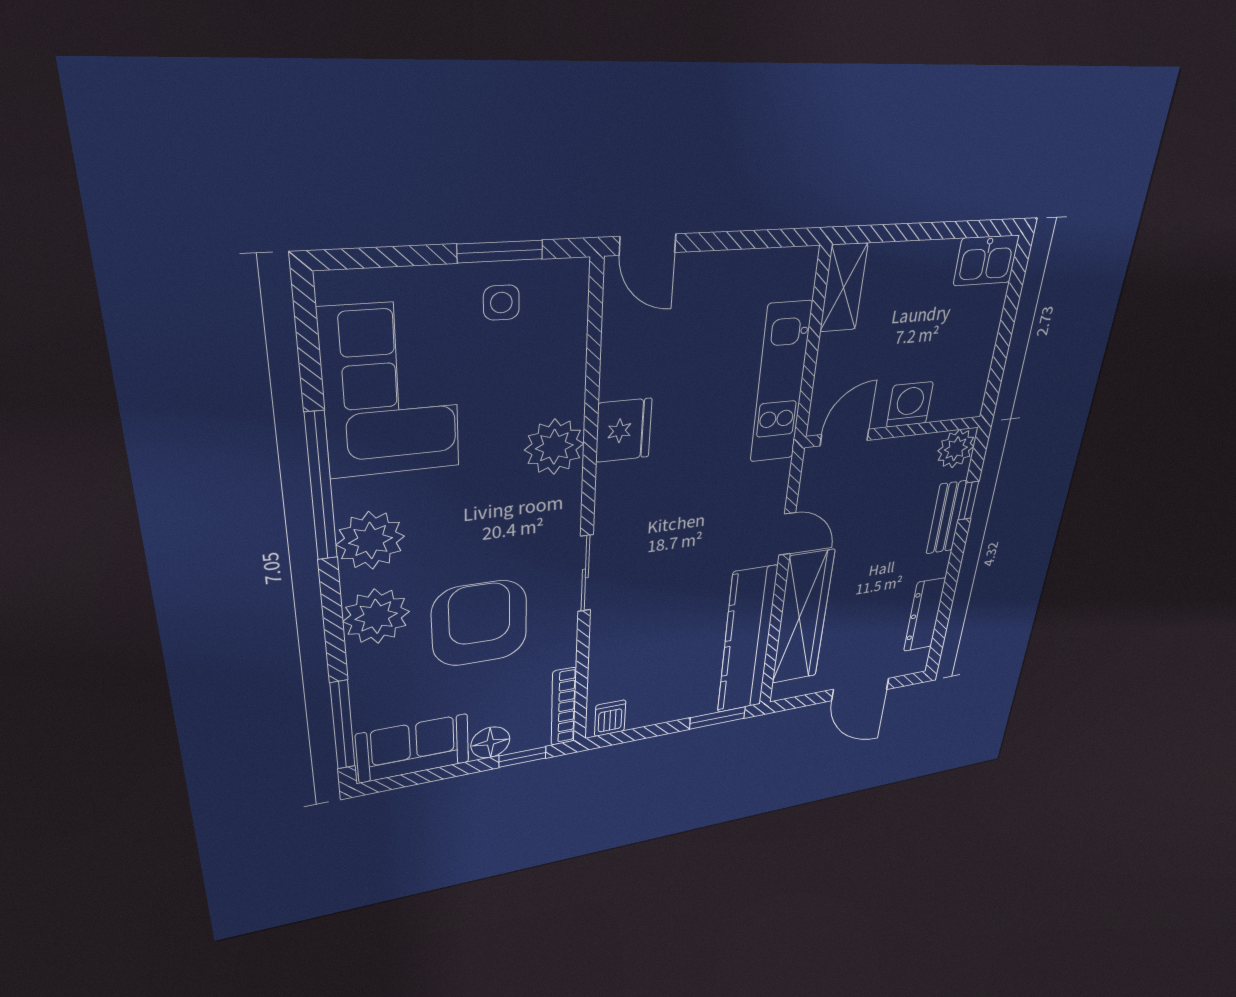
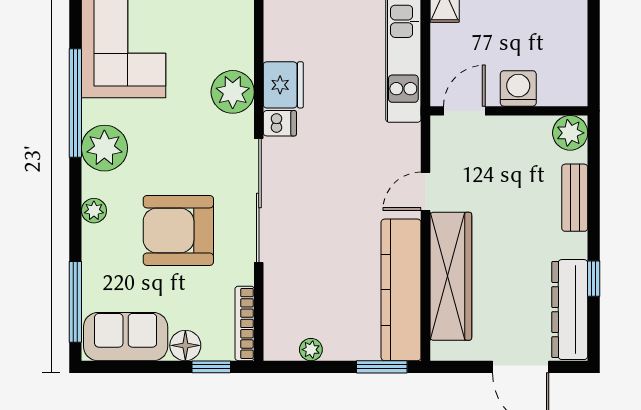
window: (968, 501) -> (594, 279), moved
door: (787, 534) -> (425, 191), swing flipped
sliding door: (585, 574) -> (259, 201), width x1.86
dresser: (924, 615) -> (570, 310), width x1.37, depth x1.24
plant: (376, 616) -> (94, 211), width x0.53, depth x0.53
armchair: (480, 623) -> (178, 230), turned -90
plant: (640, 717) -> (311, 350), added
dishwasher: (610, 718) -> (280, 123), moved, turned 90

